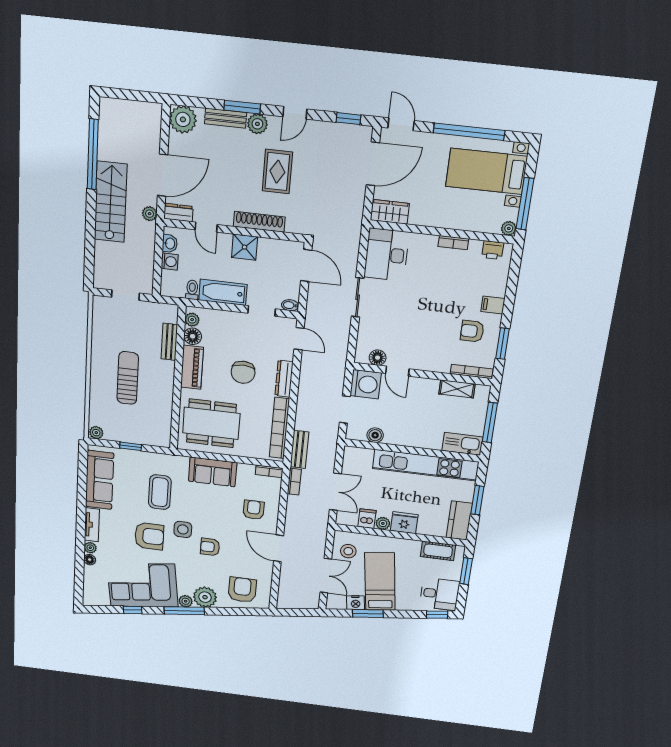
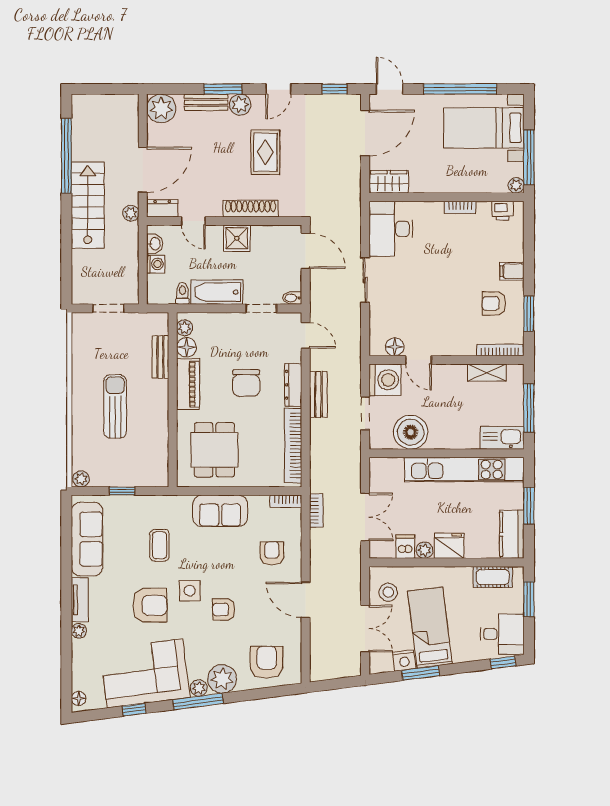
dining table: (211, 423) -> (214, 450), width x0.73
boiler: (375, 435) -> (411, 432), width x1.86, depth x1.86
bench: (299, 449) -> (318, 394), moved
coffee table: (160, 492) -> (159, 545), width x0.73, depth x0.77
floor lamp: (90, 560) -> (79, 698), moved

